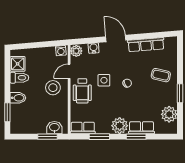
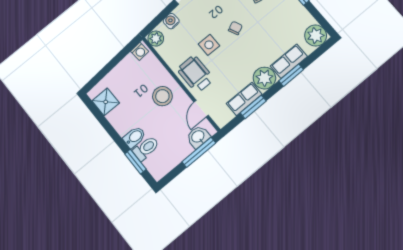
door: (69, 71) -> (201, 109), moved
toilet: (19, 78) -> (146, 148), moved
wheelchair: (82, 91) -> (196, 74), turned 180
plant: (169, 114) -> (316, 36), moved
row of seats: (83, 128) -> (244, 99), moved
window: (48, 137) -> (199, 152), width x1.44

